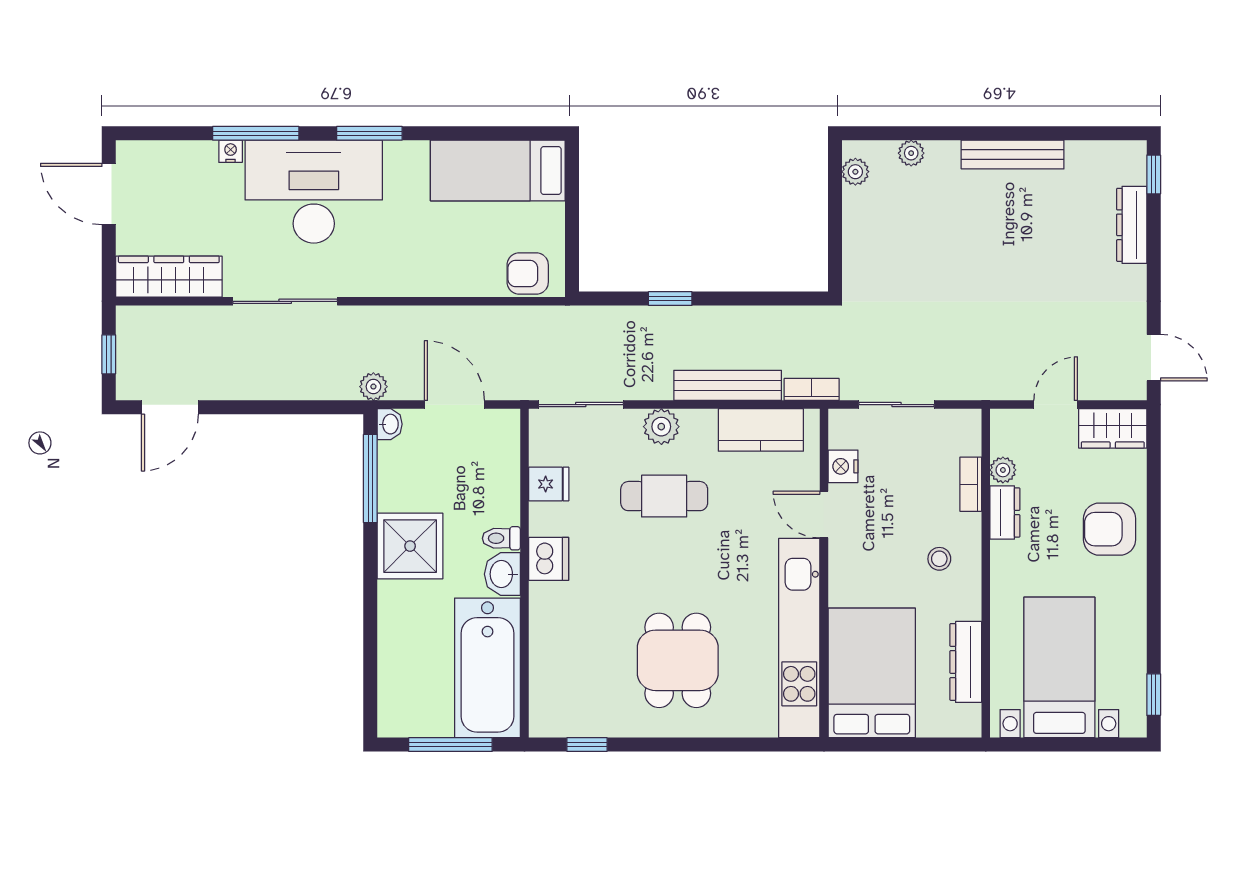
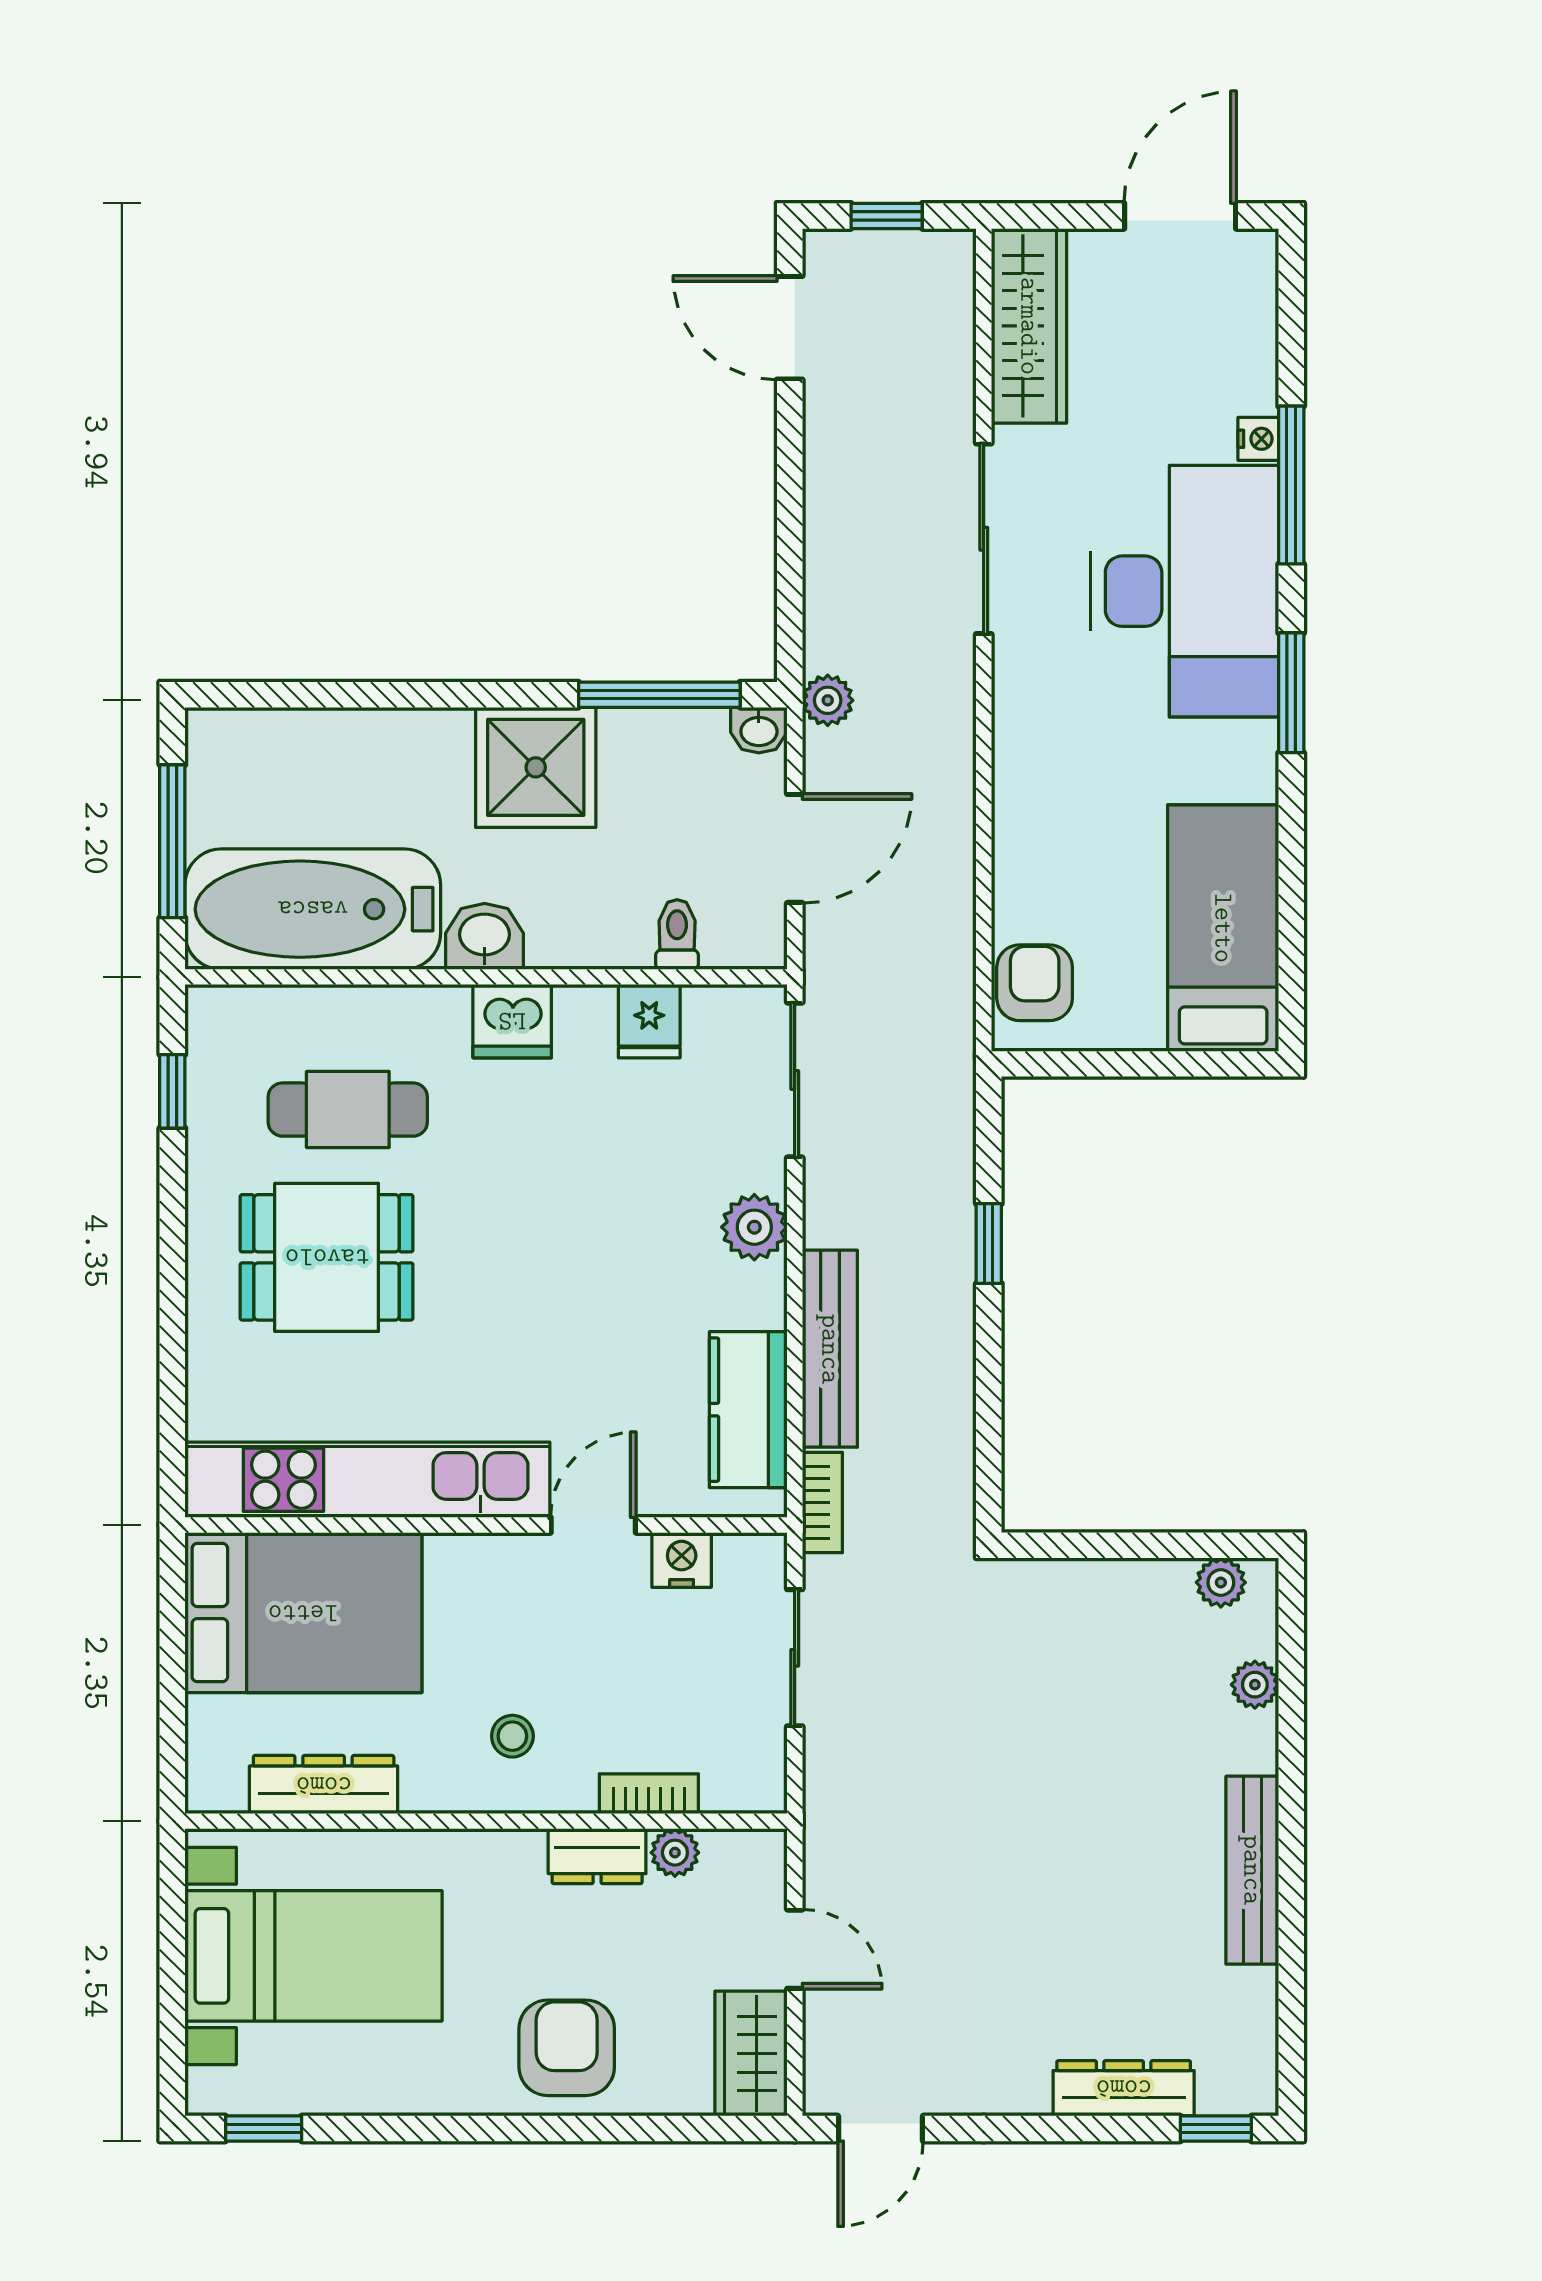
cafe table: (664, 496) -> (348, 1110), moved, turned 90
toilet: (501, 538) -> (677, 935), moved

